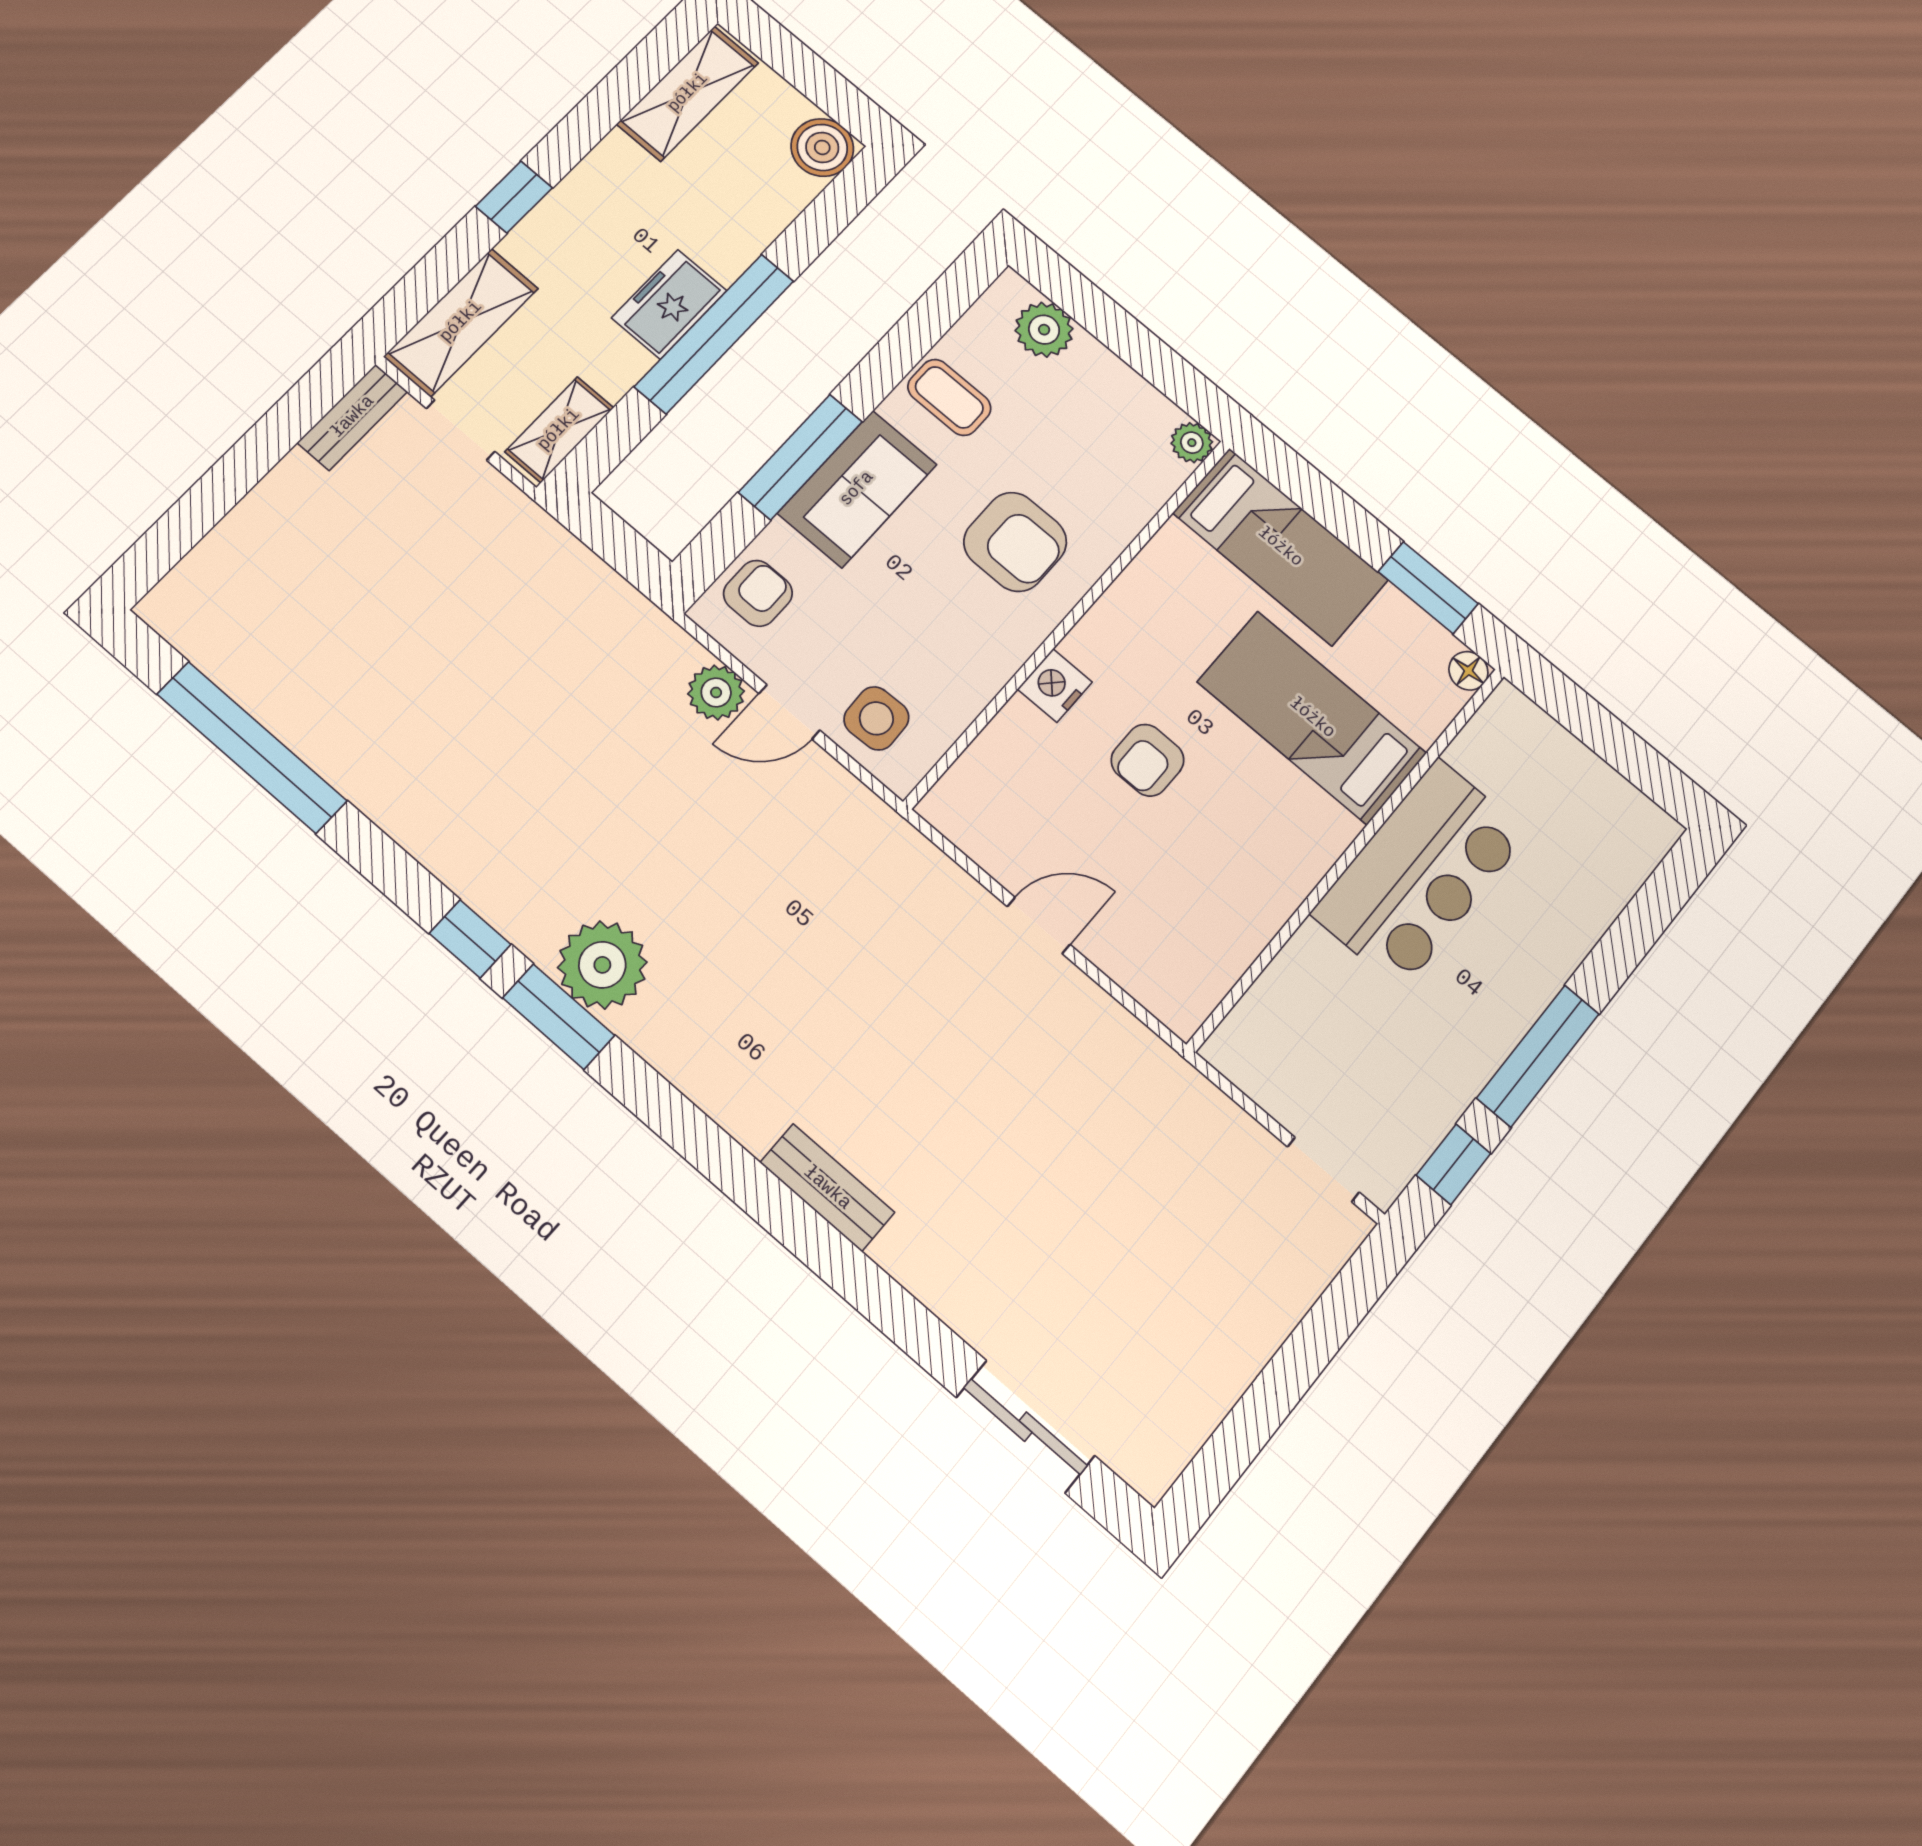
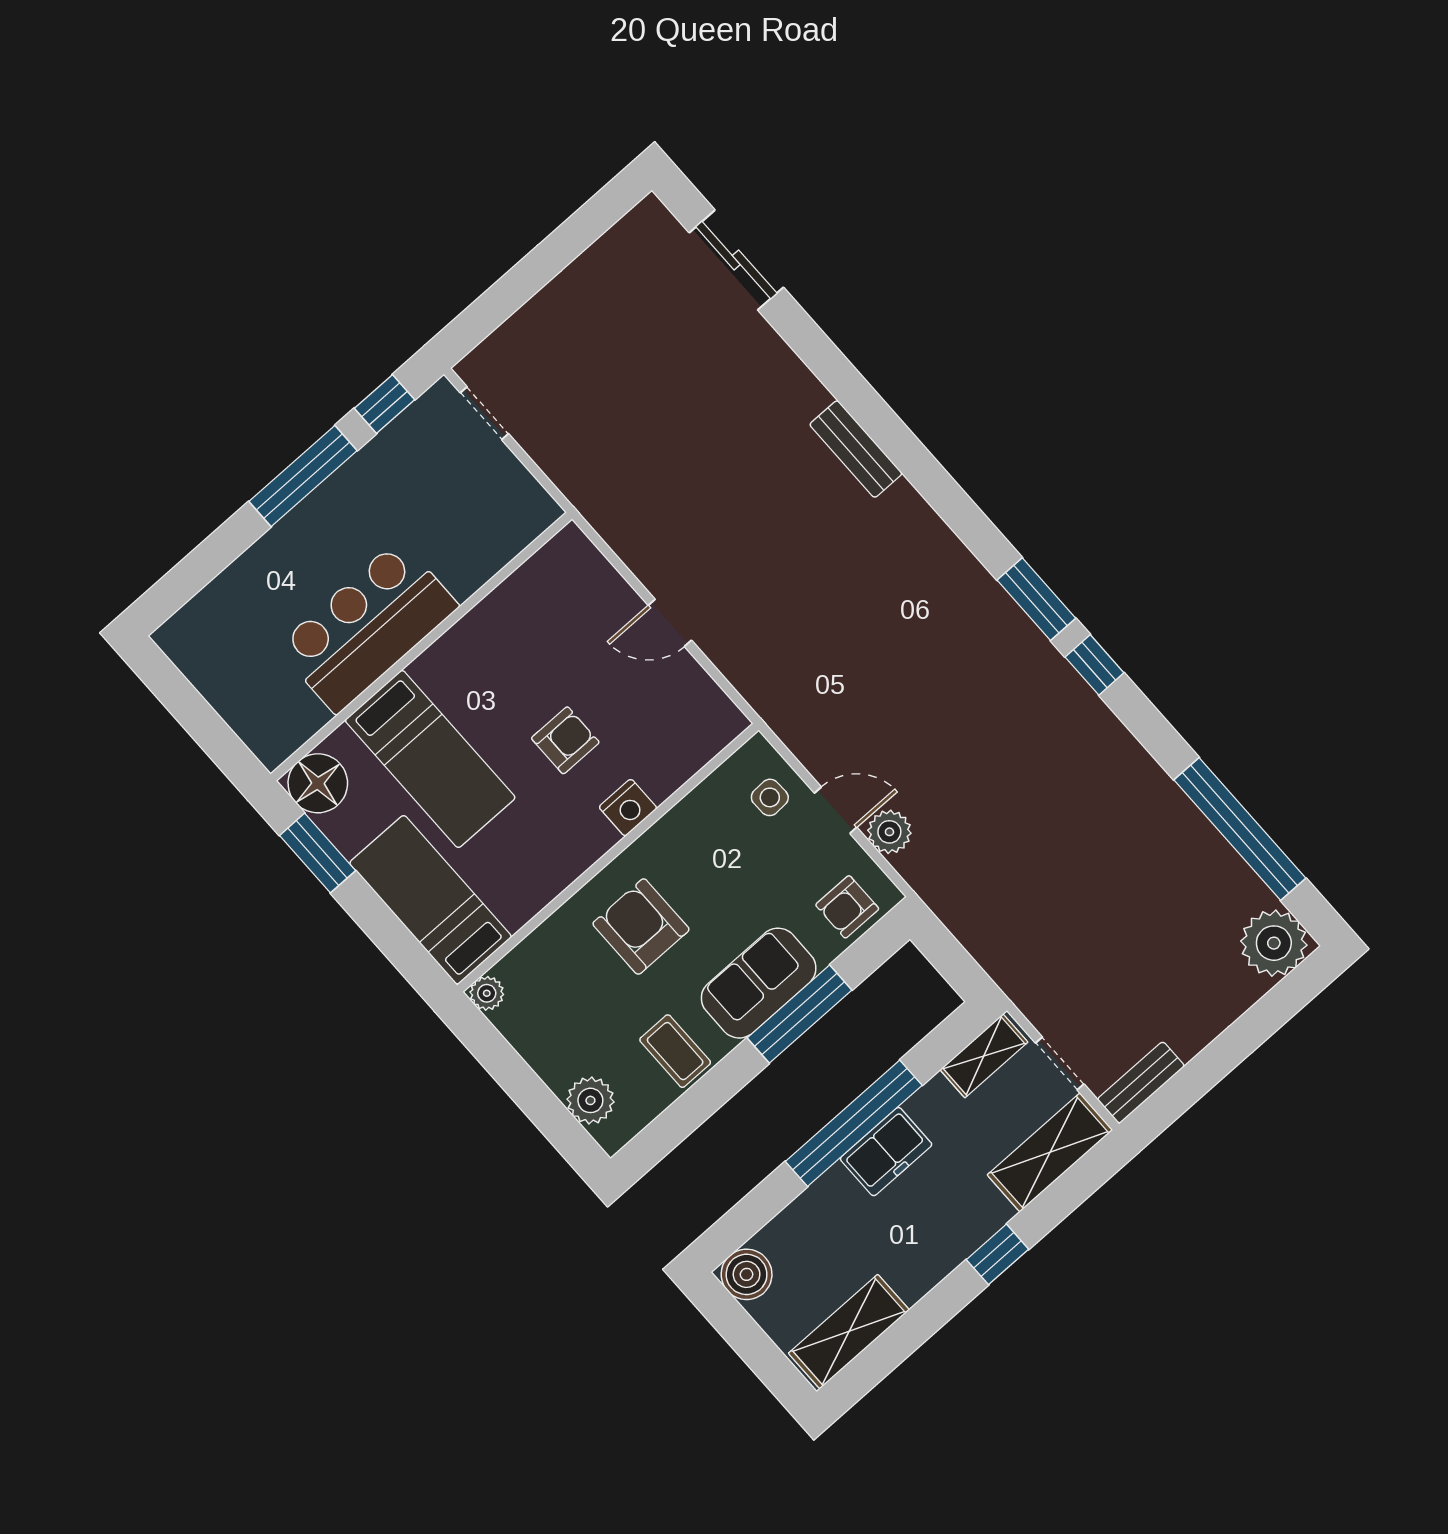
floor lamp: (1468, 671) -> (318, 783), width x1.89, depth x1.89
side table: (876, 718) -> (770, 797), width x0.73, depth x0.73
plant: (602, 965) -> (1274, 943), moved

